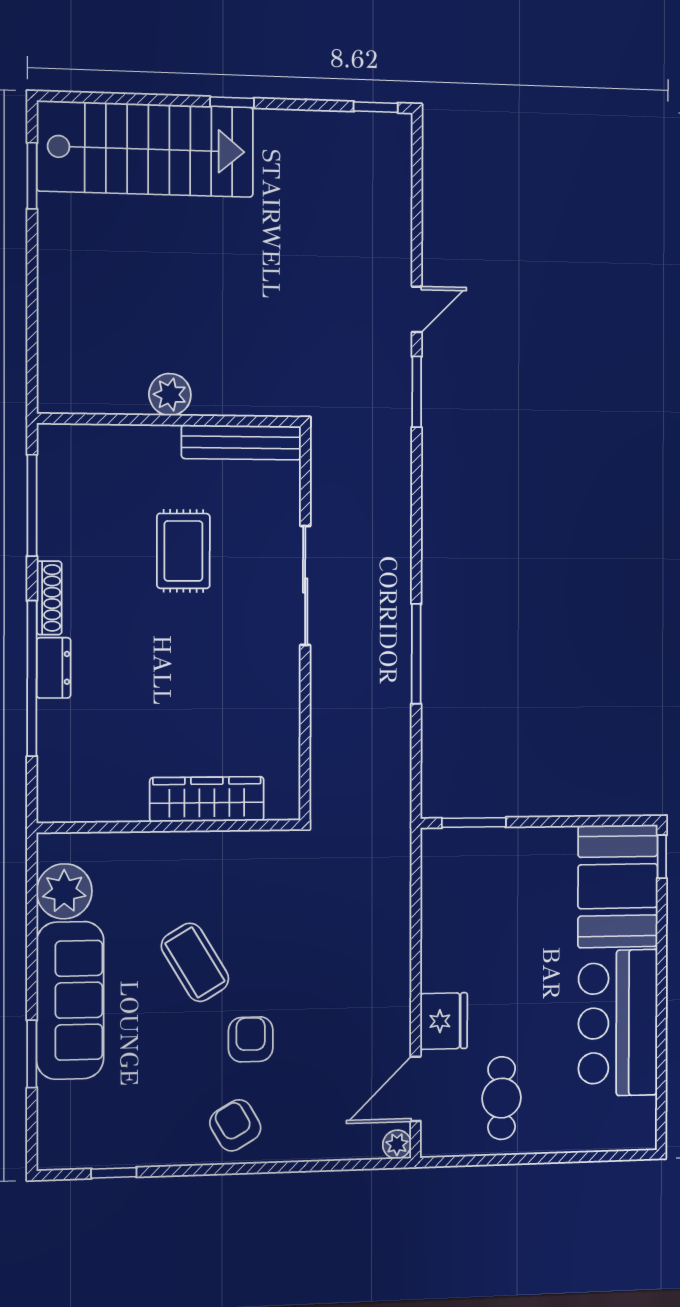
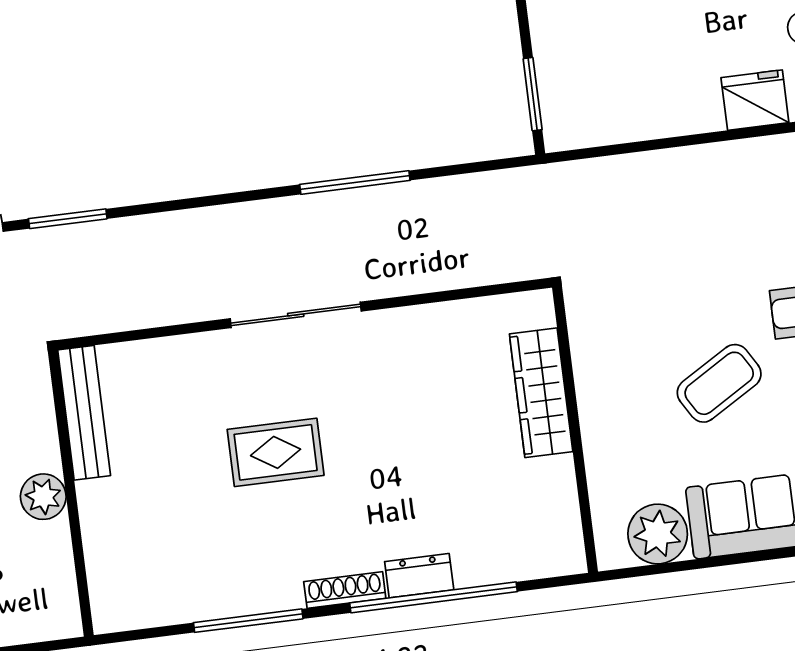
plant: (170, 394) -> (43, 497), moved
wall: (170, 420) -> (71, 493), moved
bench: (241, 442) -> (84, 413), moved

